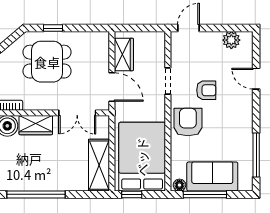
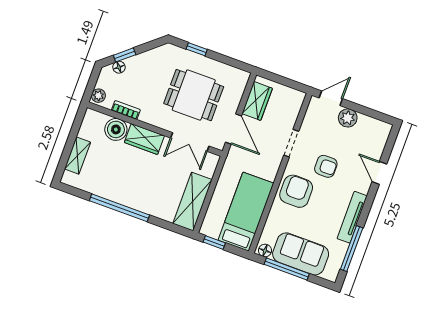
plant: (231, 40) -> (348, 118), moved
dining table: (47, 62) -> (194, 95), moved
tv unit: (246, 127) -> (352, 217), added
bed: (142, 157) -> (246, 212), width x0.67

